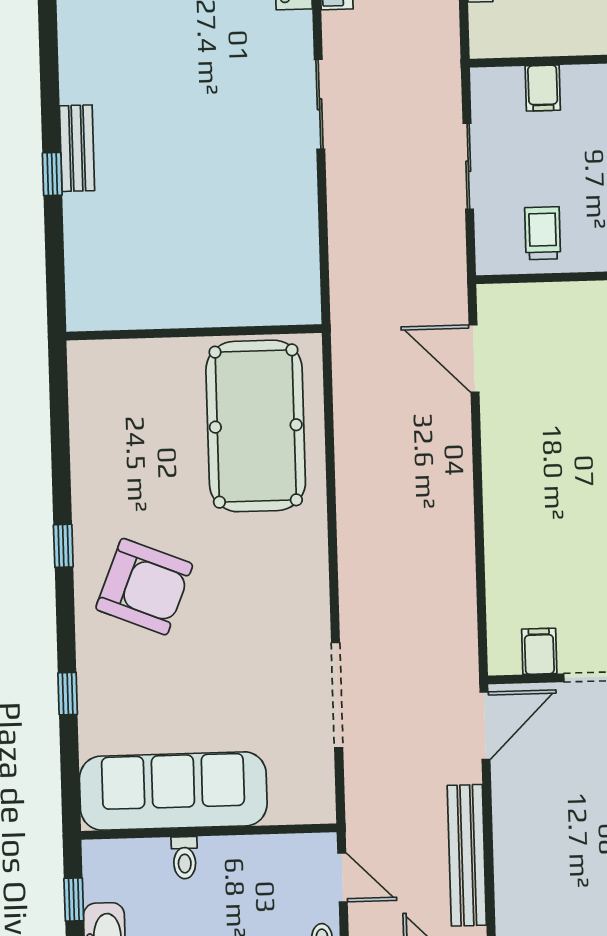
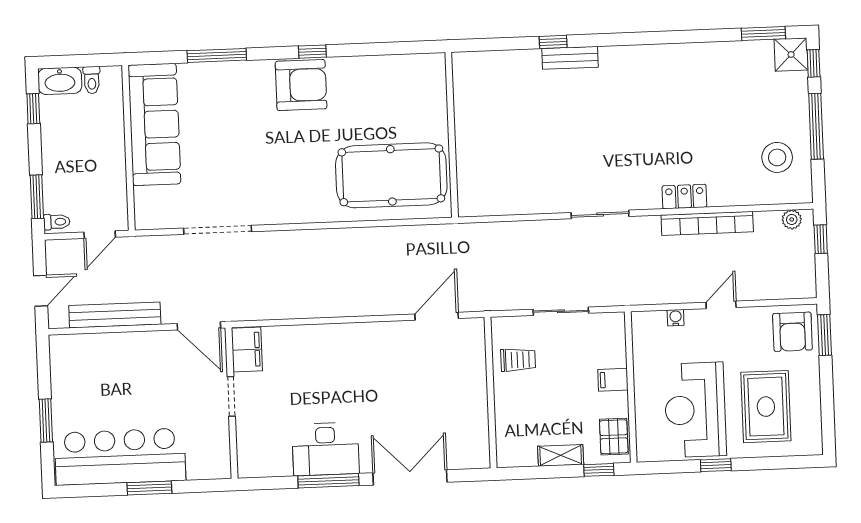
filing cabinet: (543, 88) -> (613, 380), moved
armchair: (144, 587) -> (301, 85), moved, turned -112
filing cabinet: (539, 651) -> (247, 349), width x2.00
window: (68, 694) -> (217, 55), width x2.17
toilet: (185, 858) -> (92, 80), moved, turned -90
window: (74, 900) -> (83, 61), removed

